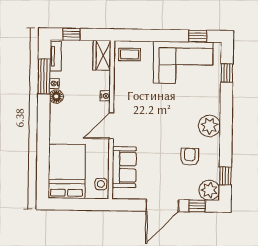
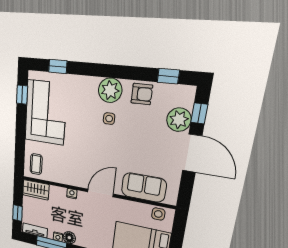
door: (111, 126) -> (100, 193), swing flipped
side table: (184, 127) -> (109, 119), added
armchair: (190, 157) -> (142, 94), moved, turned 180
plant: (209, 190) -> (179, 120), moved

